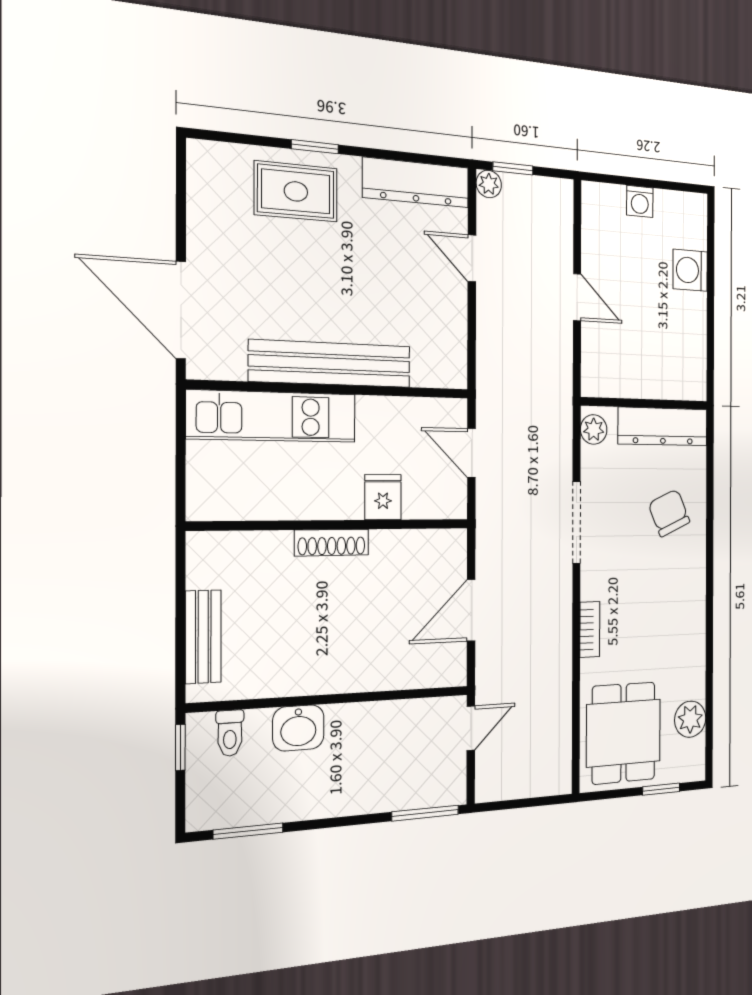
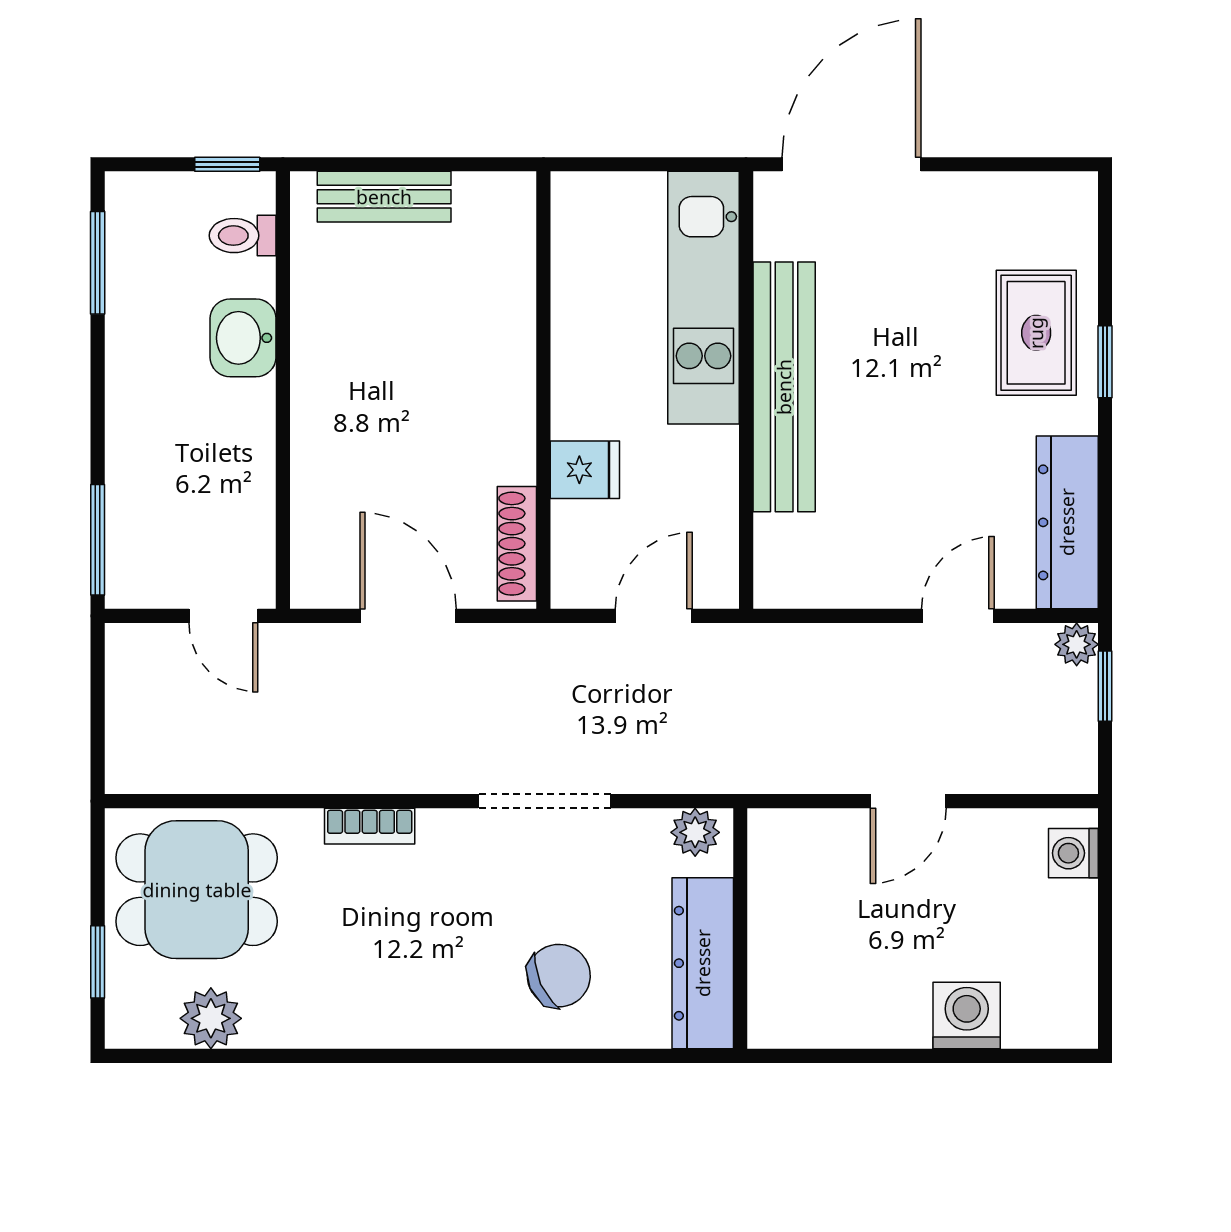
washing machine: (640, 201) -> (1073, 853), moved
shoe rack: (332, 543) -> (517, 544), moved

